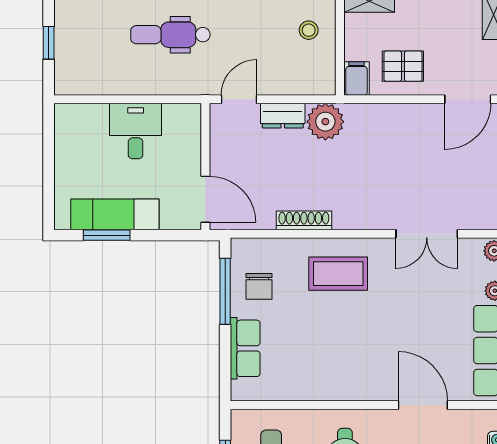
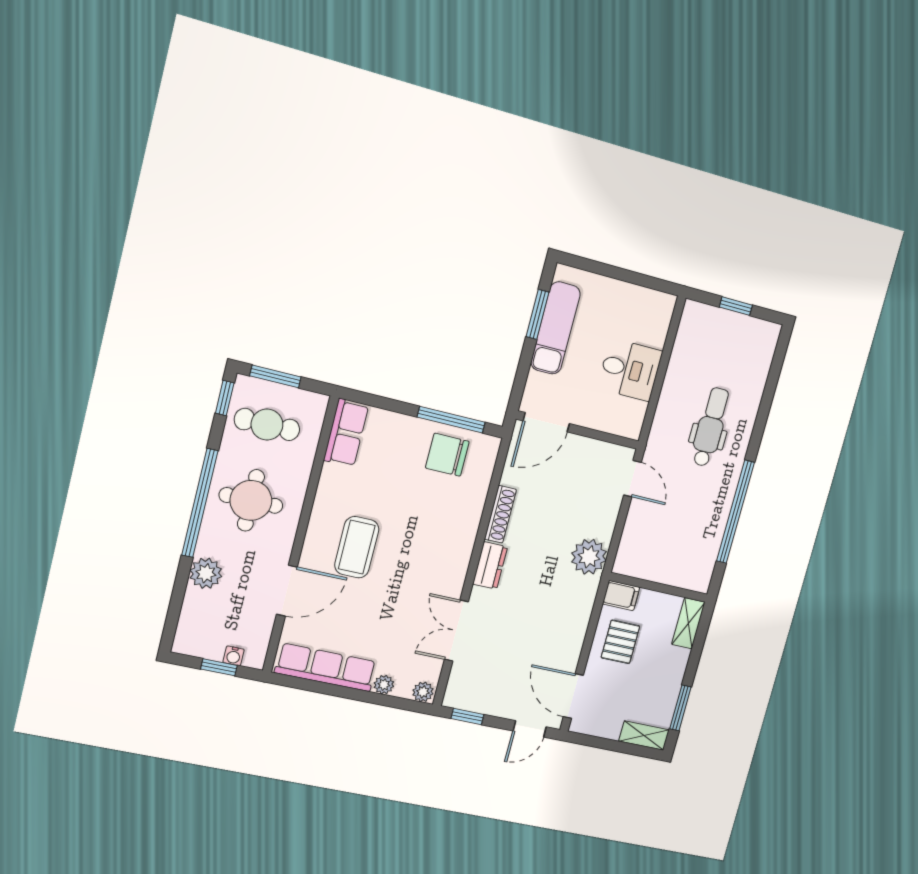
stool: (309, 30) -> (678, 560), removed
dresser: (283, 116) -> (490, 565), moved, turned 180
coffee table: (338, 274) -> (357, 547), moved
chair: (259, 286) -> (447, 455), width x1.37, depth x1.37
row of seats: (245, 348) -> (346, 433), moved, turned -90

